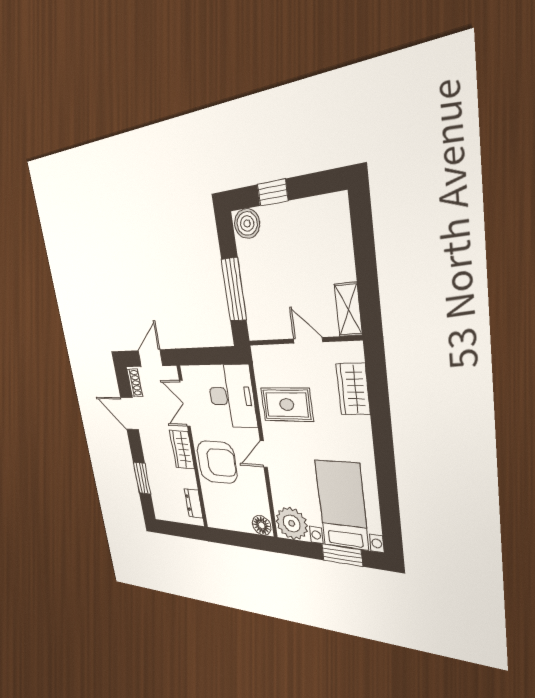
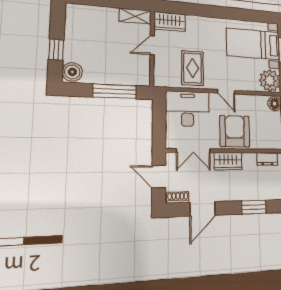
wardrobe: (353, 389) -> (170, 22), moved

